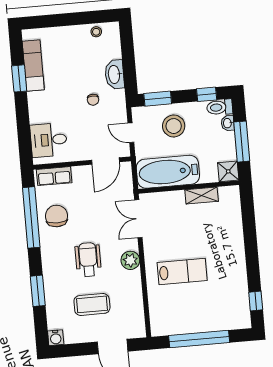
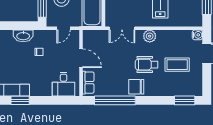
door: (106, 161) -> (81, 58), moved
chair: (57, 216) -> (136, 87), moved
window: (38, 291) -> (185, 100), moved
coffee table: (92, 304) -> (177, 65), turned 90
water cooler: (56, 338) -> (197, 35), moved

